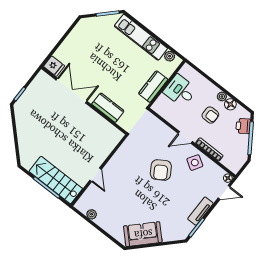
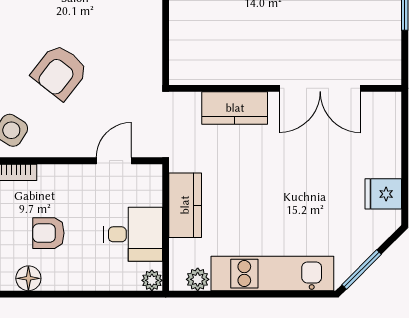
fridge: (54, 66) -> (383, 194), moved
plant: (222, 96) -> (152, 280), moved
door: (185, 137) -> (114, 161), moved
armchair: (161, 170) -> (60, 72), turned -110

